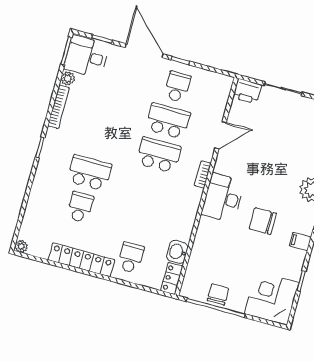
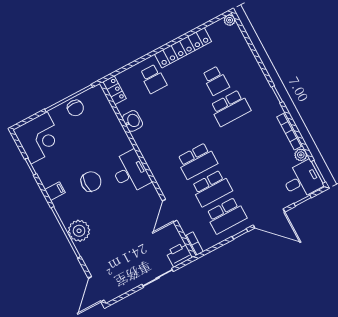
school desk: (177, 87) -> (226, 216), width x1.85
bookcase: (203, 174) -> (194, 244), moved
washbasin: (177, 252) -> (132, 121), moved

